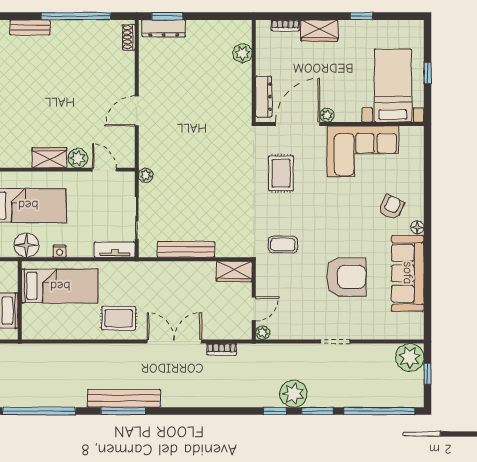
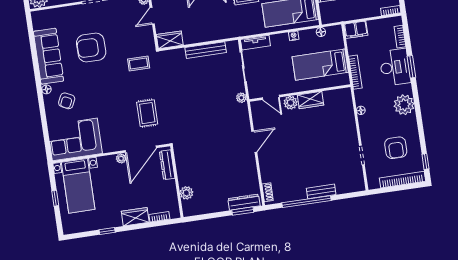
bench: (30, 27) -> (321, 191), moved
corner sofa: (363, 151) -> (75, 139), moved
floor lamp: (26, 245) -> (321, 32), width x0.53, depth x0.53

